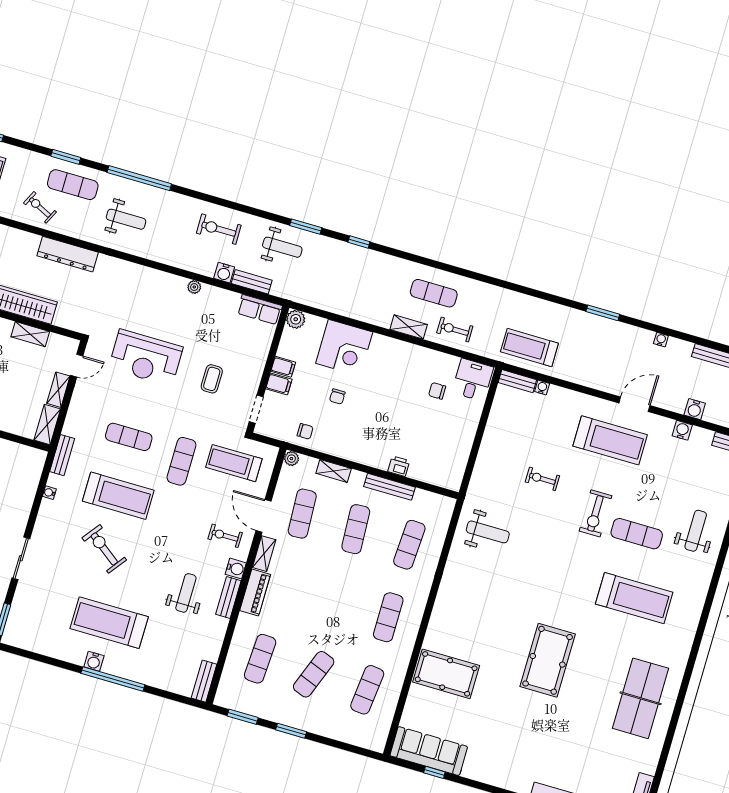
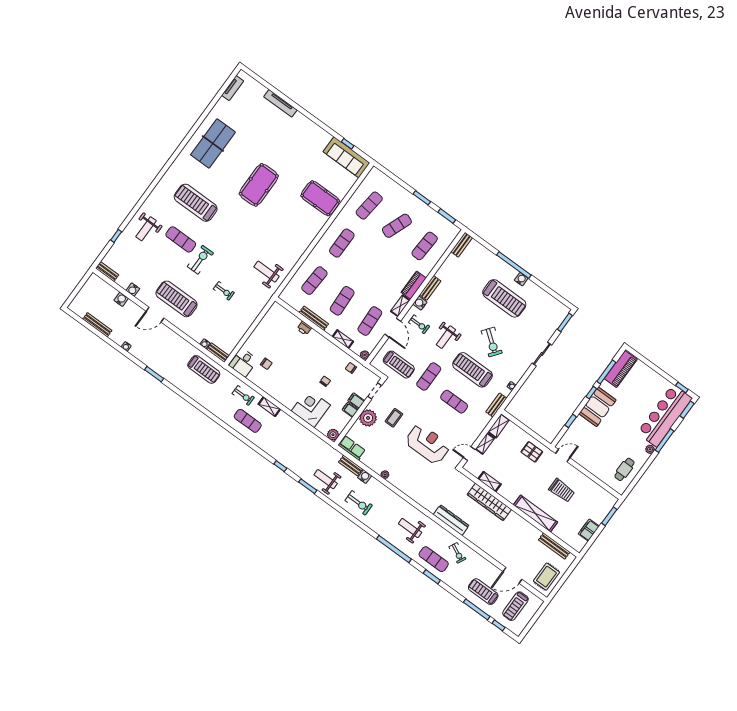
plant: (251, 364) -> (368, 418), added
weight bench: (186, 593) -> (446, 337), moved

